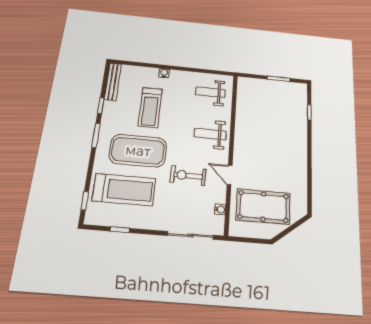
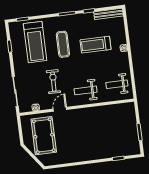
weight bench: (210, 92) -> (117, 84), turned -90
weight bench: (210, 134) -> (86, 90), turned -90
exercise mat: (138, 151) -> (63, 44), width x0.50, depth x0.69

